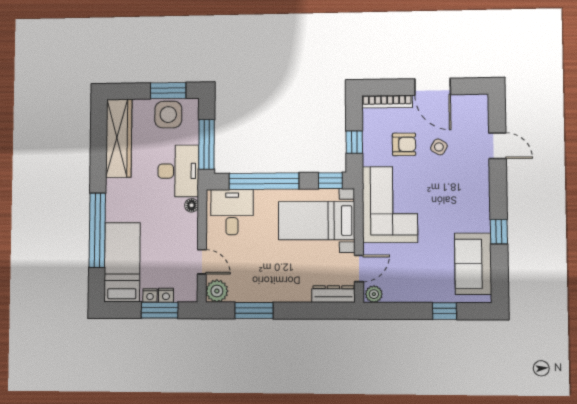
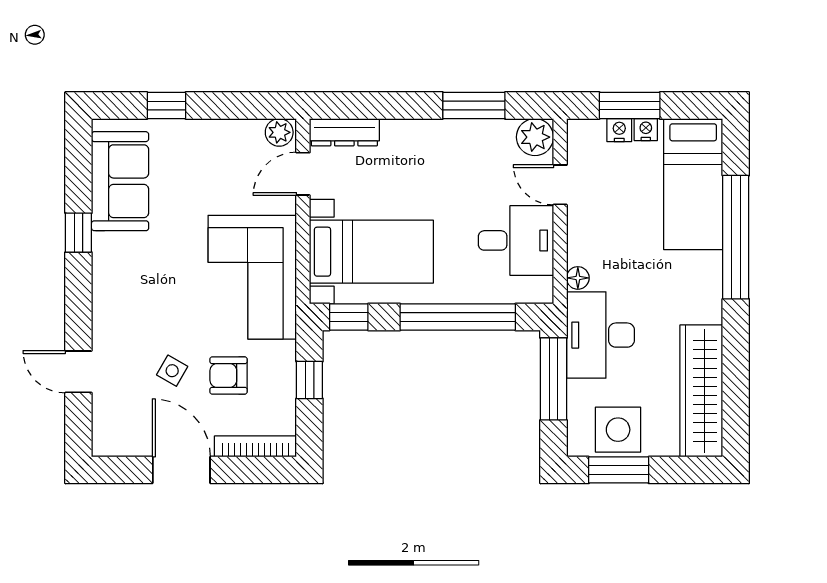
desk: (232, 212) -> (516, 240), moved, turned -90

